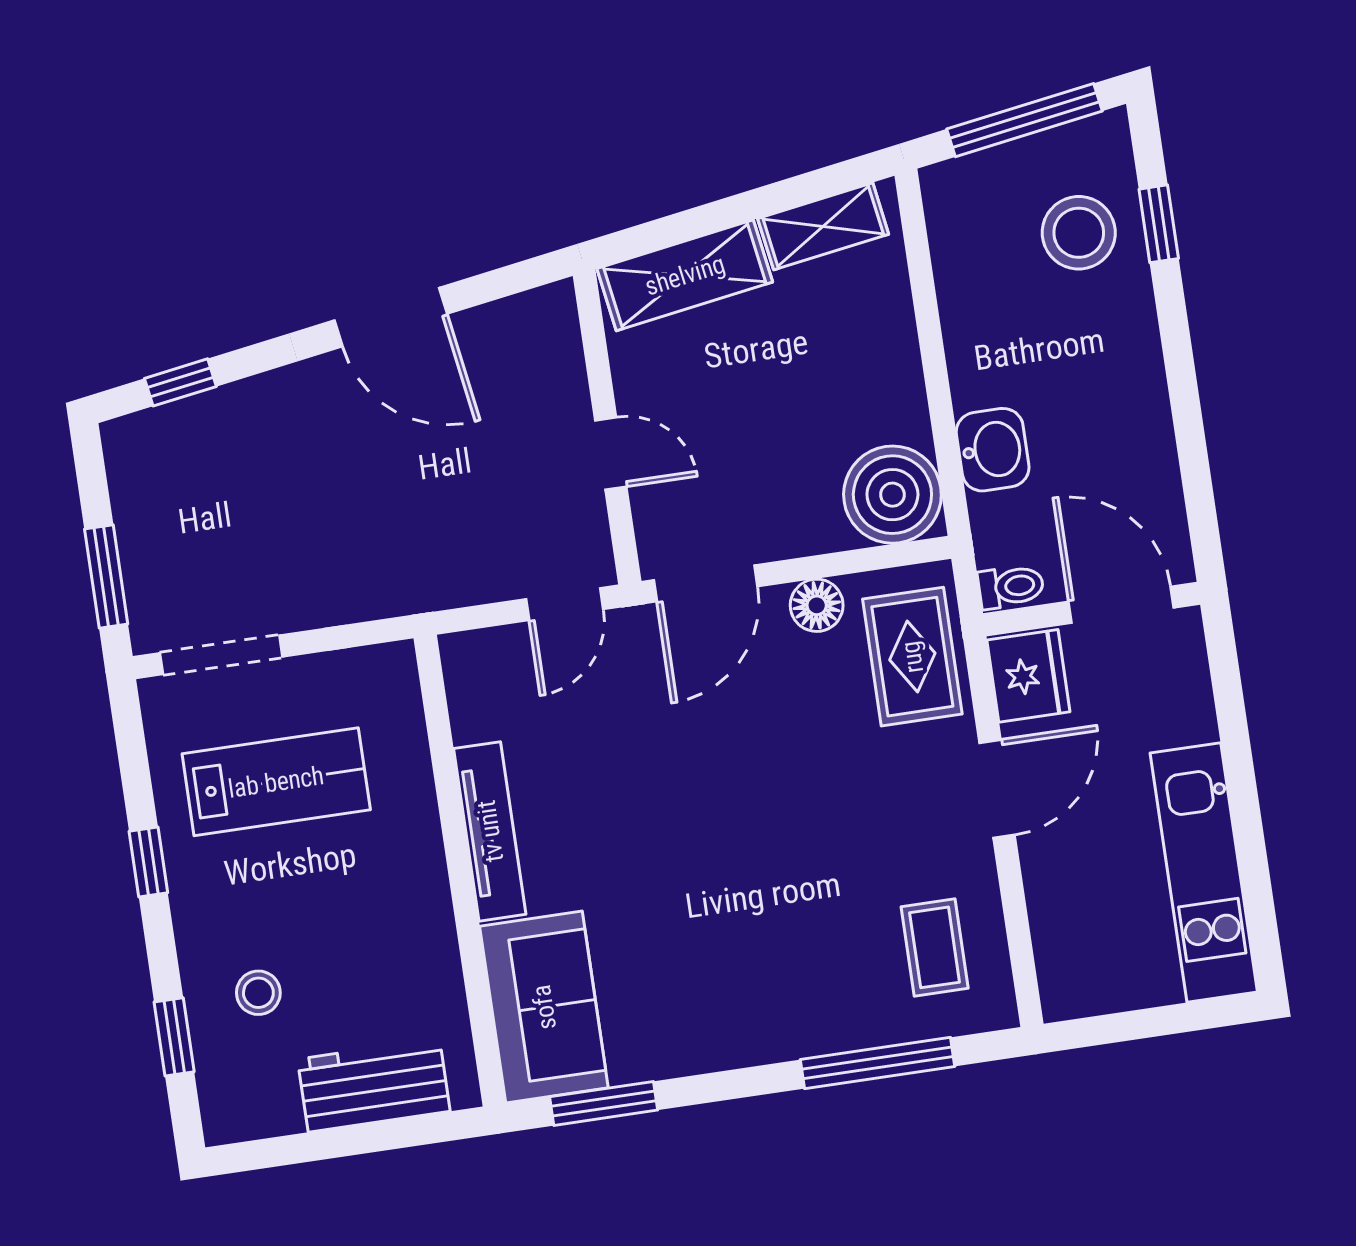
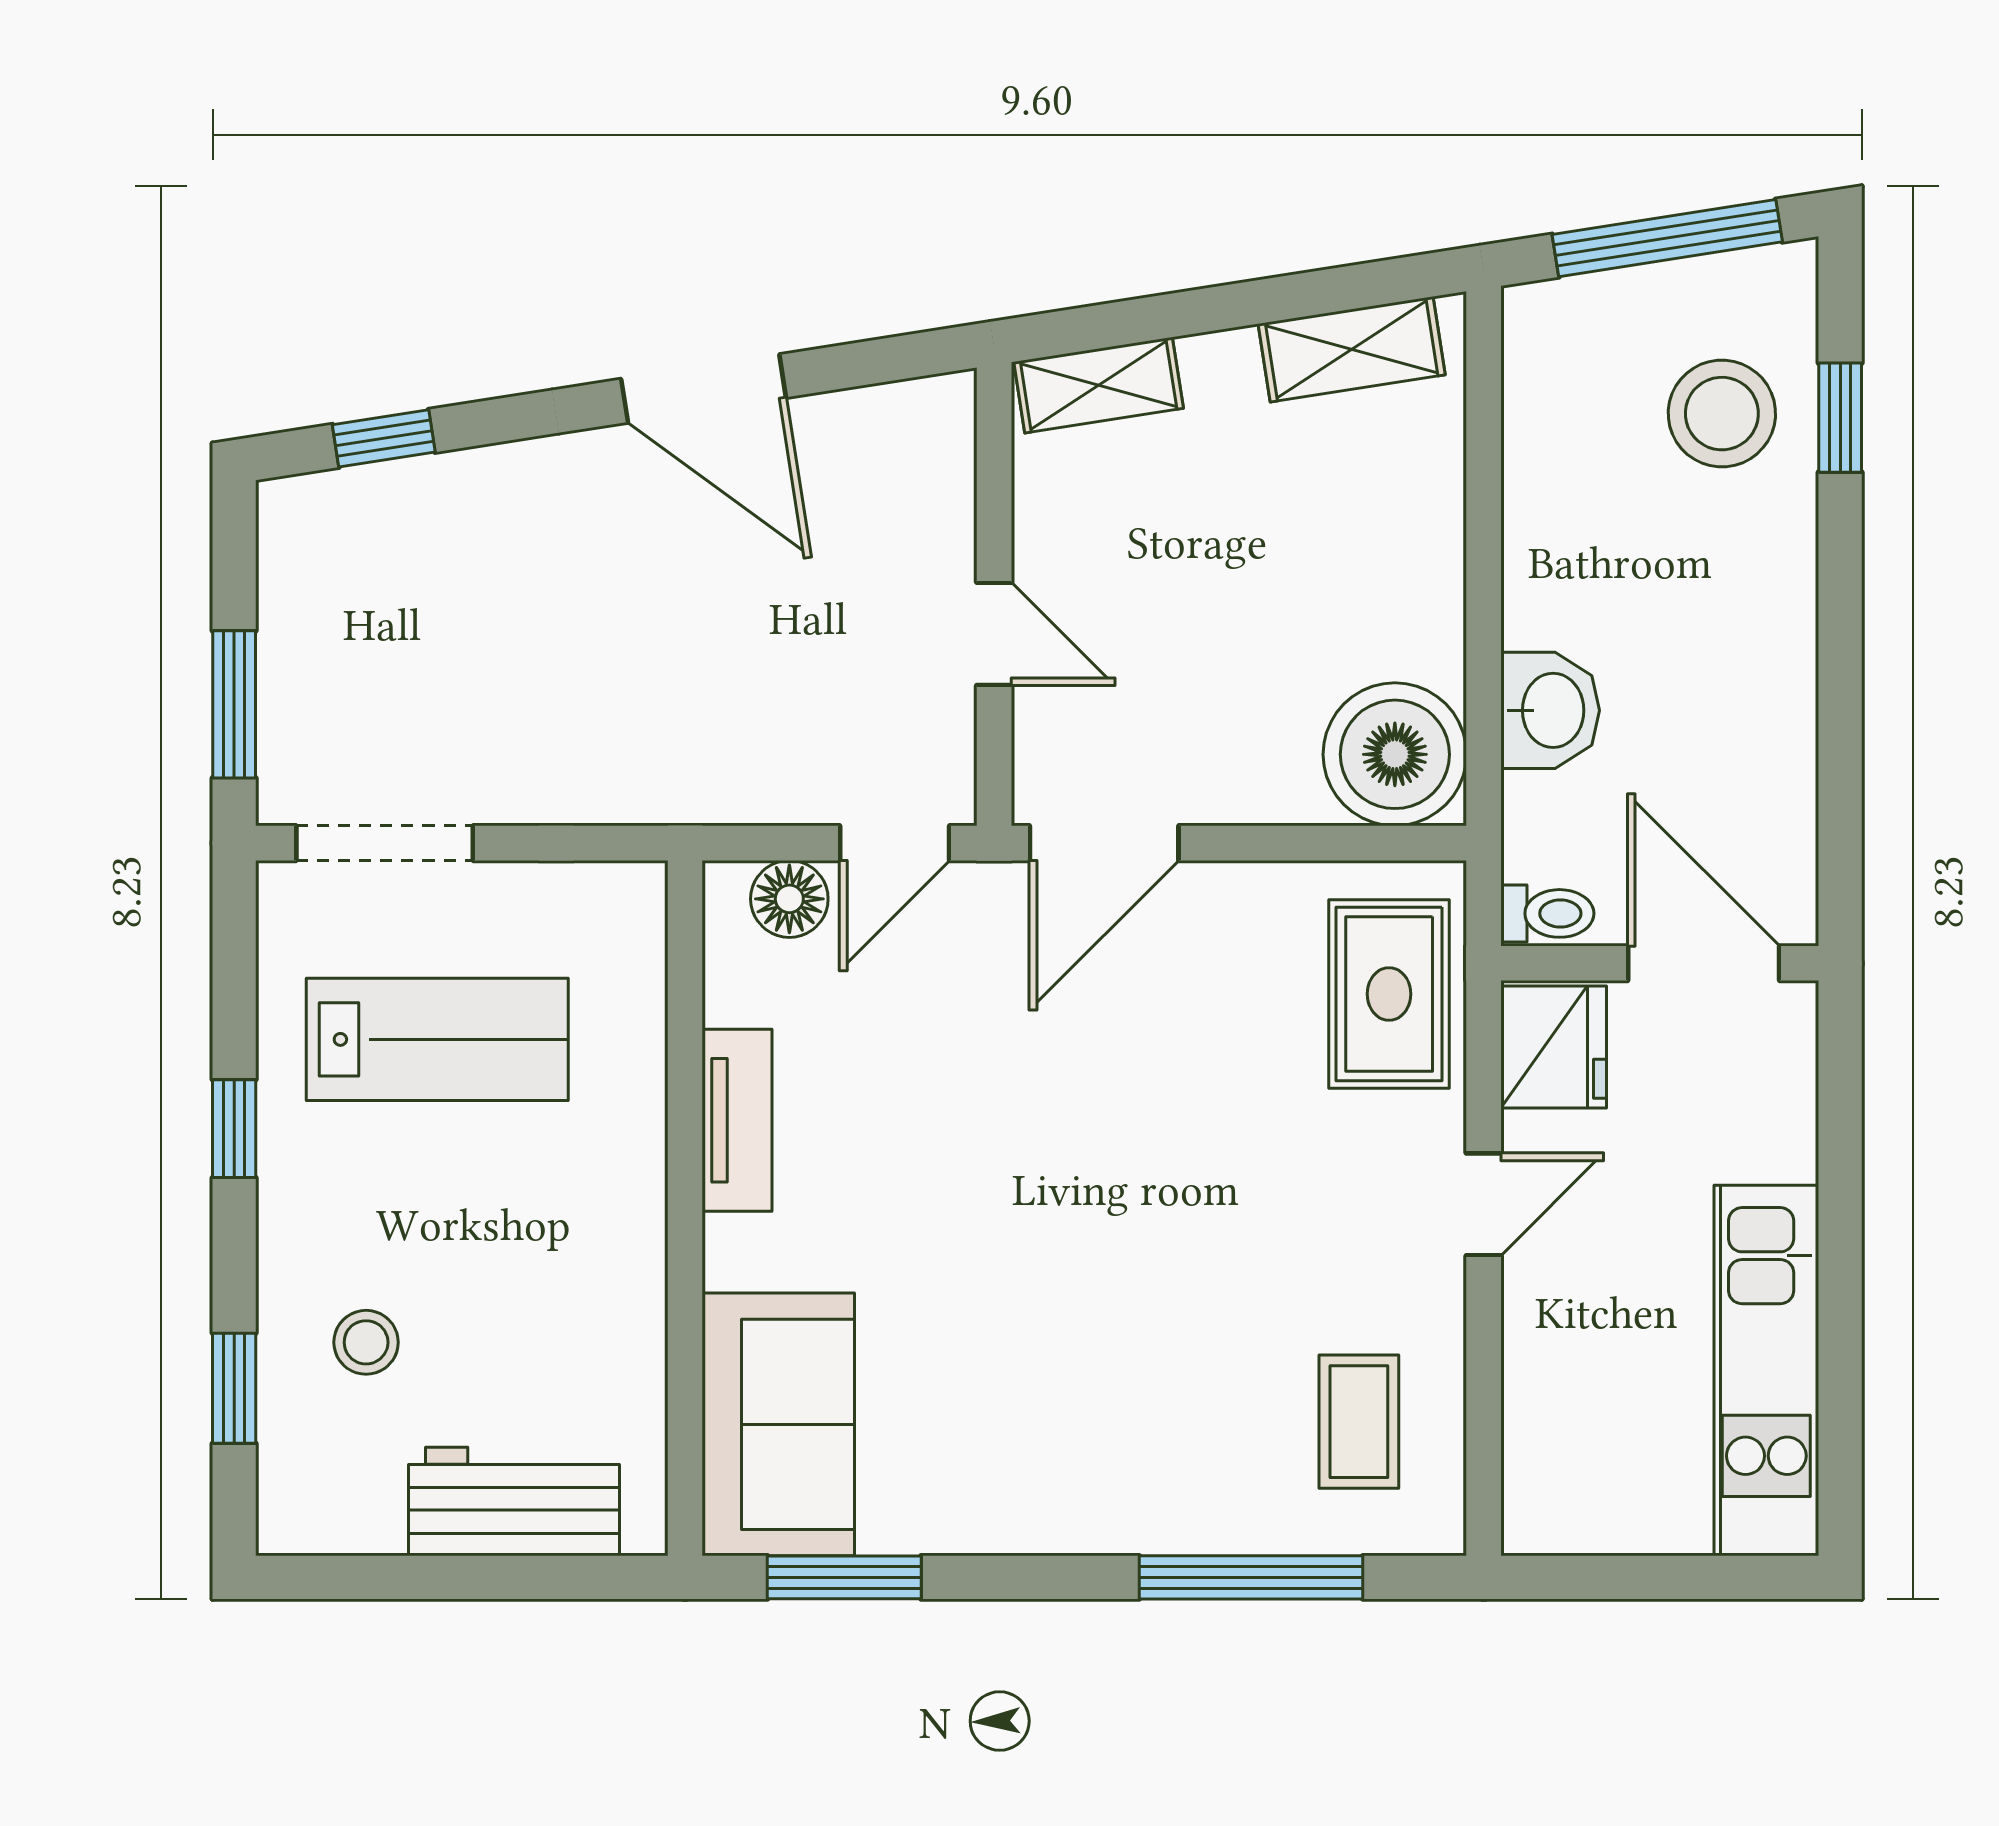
shelving: (685, 275) -> (1099, 385), width x0.67, depth x0.75
floor lamp: (817, 605) -> (789, 899), moved
door: (997, 789) -> (1484, 1204), width x0.73
tv unit: (490, 831) -> (737, 1120), width x0.71

